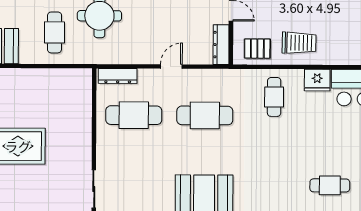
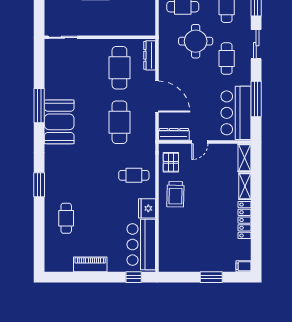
door: (171, 66) -> (157, 96), width x1.88

